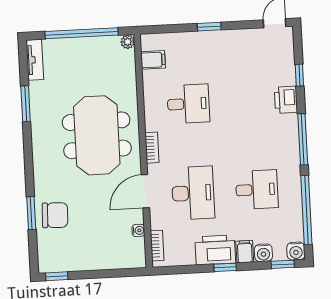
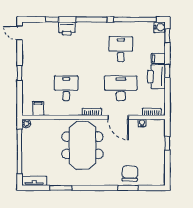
meeting table: (97, 135) -> (82, 145), turned 90
water cooler: (263, 253) -> (160, 47), removed
window: (57, 276) -> (167, 143), moved

